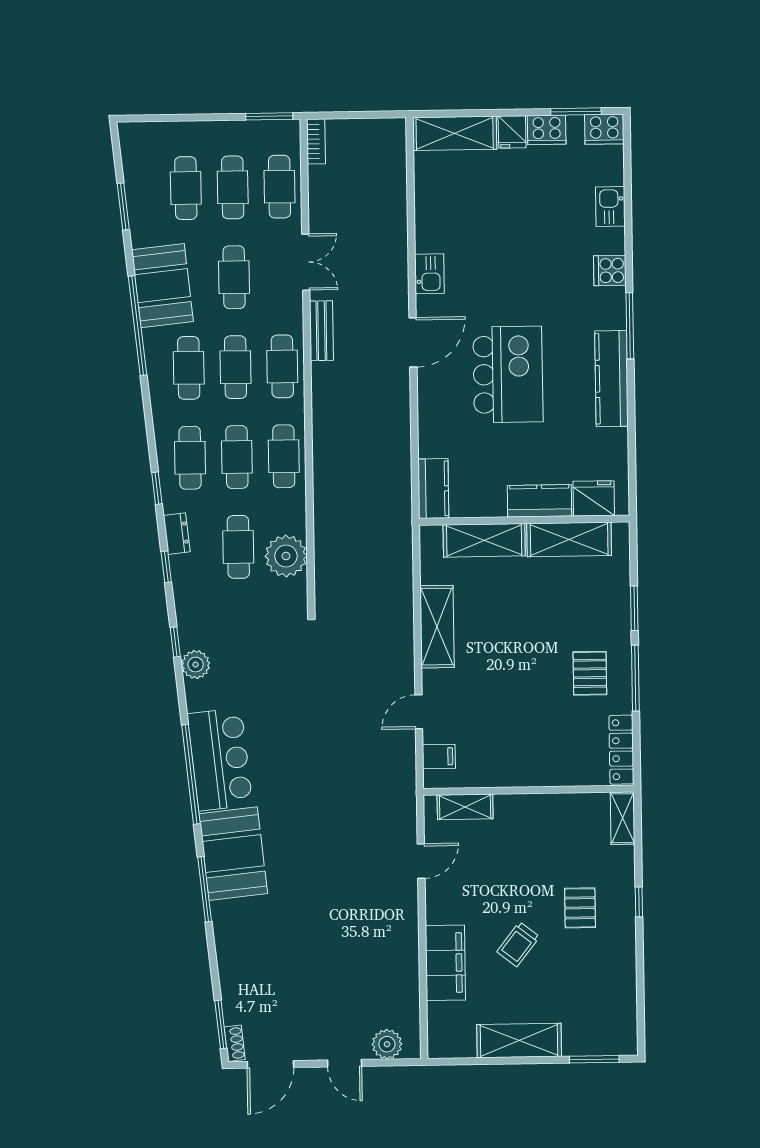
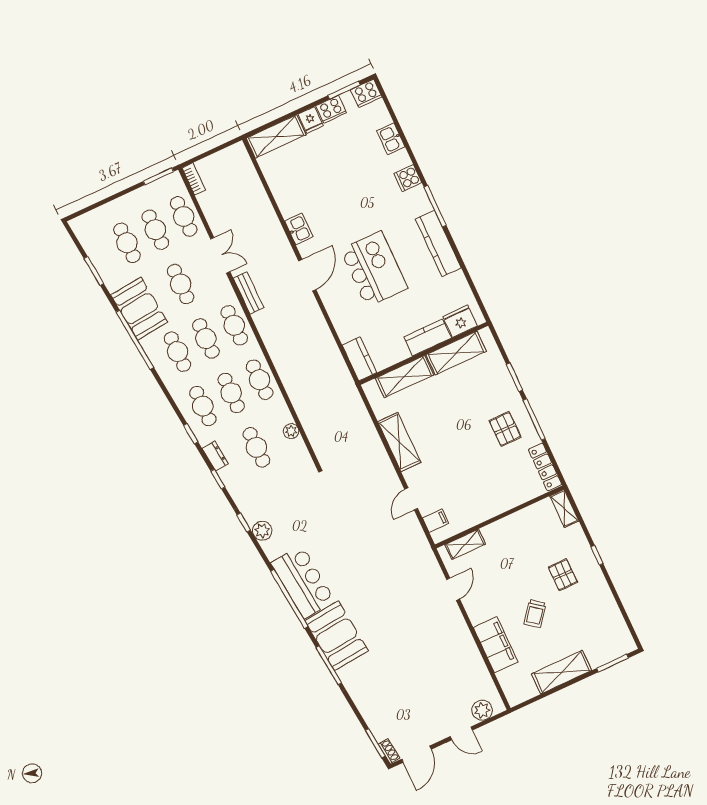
plant: (286, 556) -> (291, 431), width x0.53, depth x0.53

